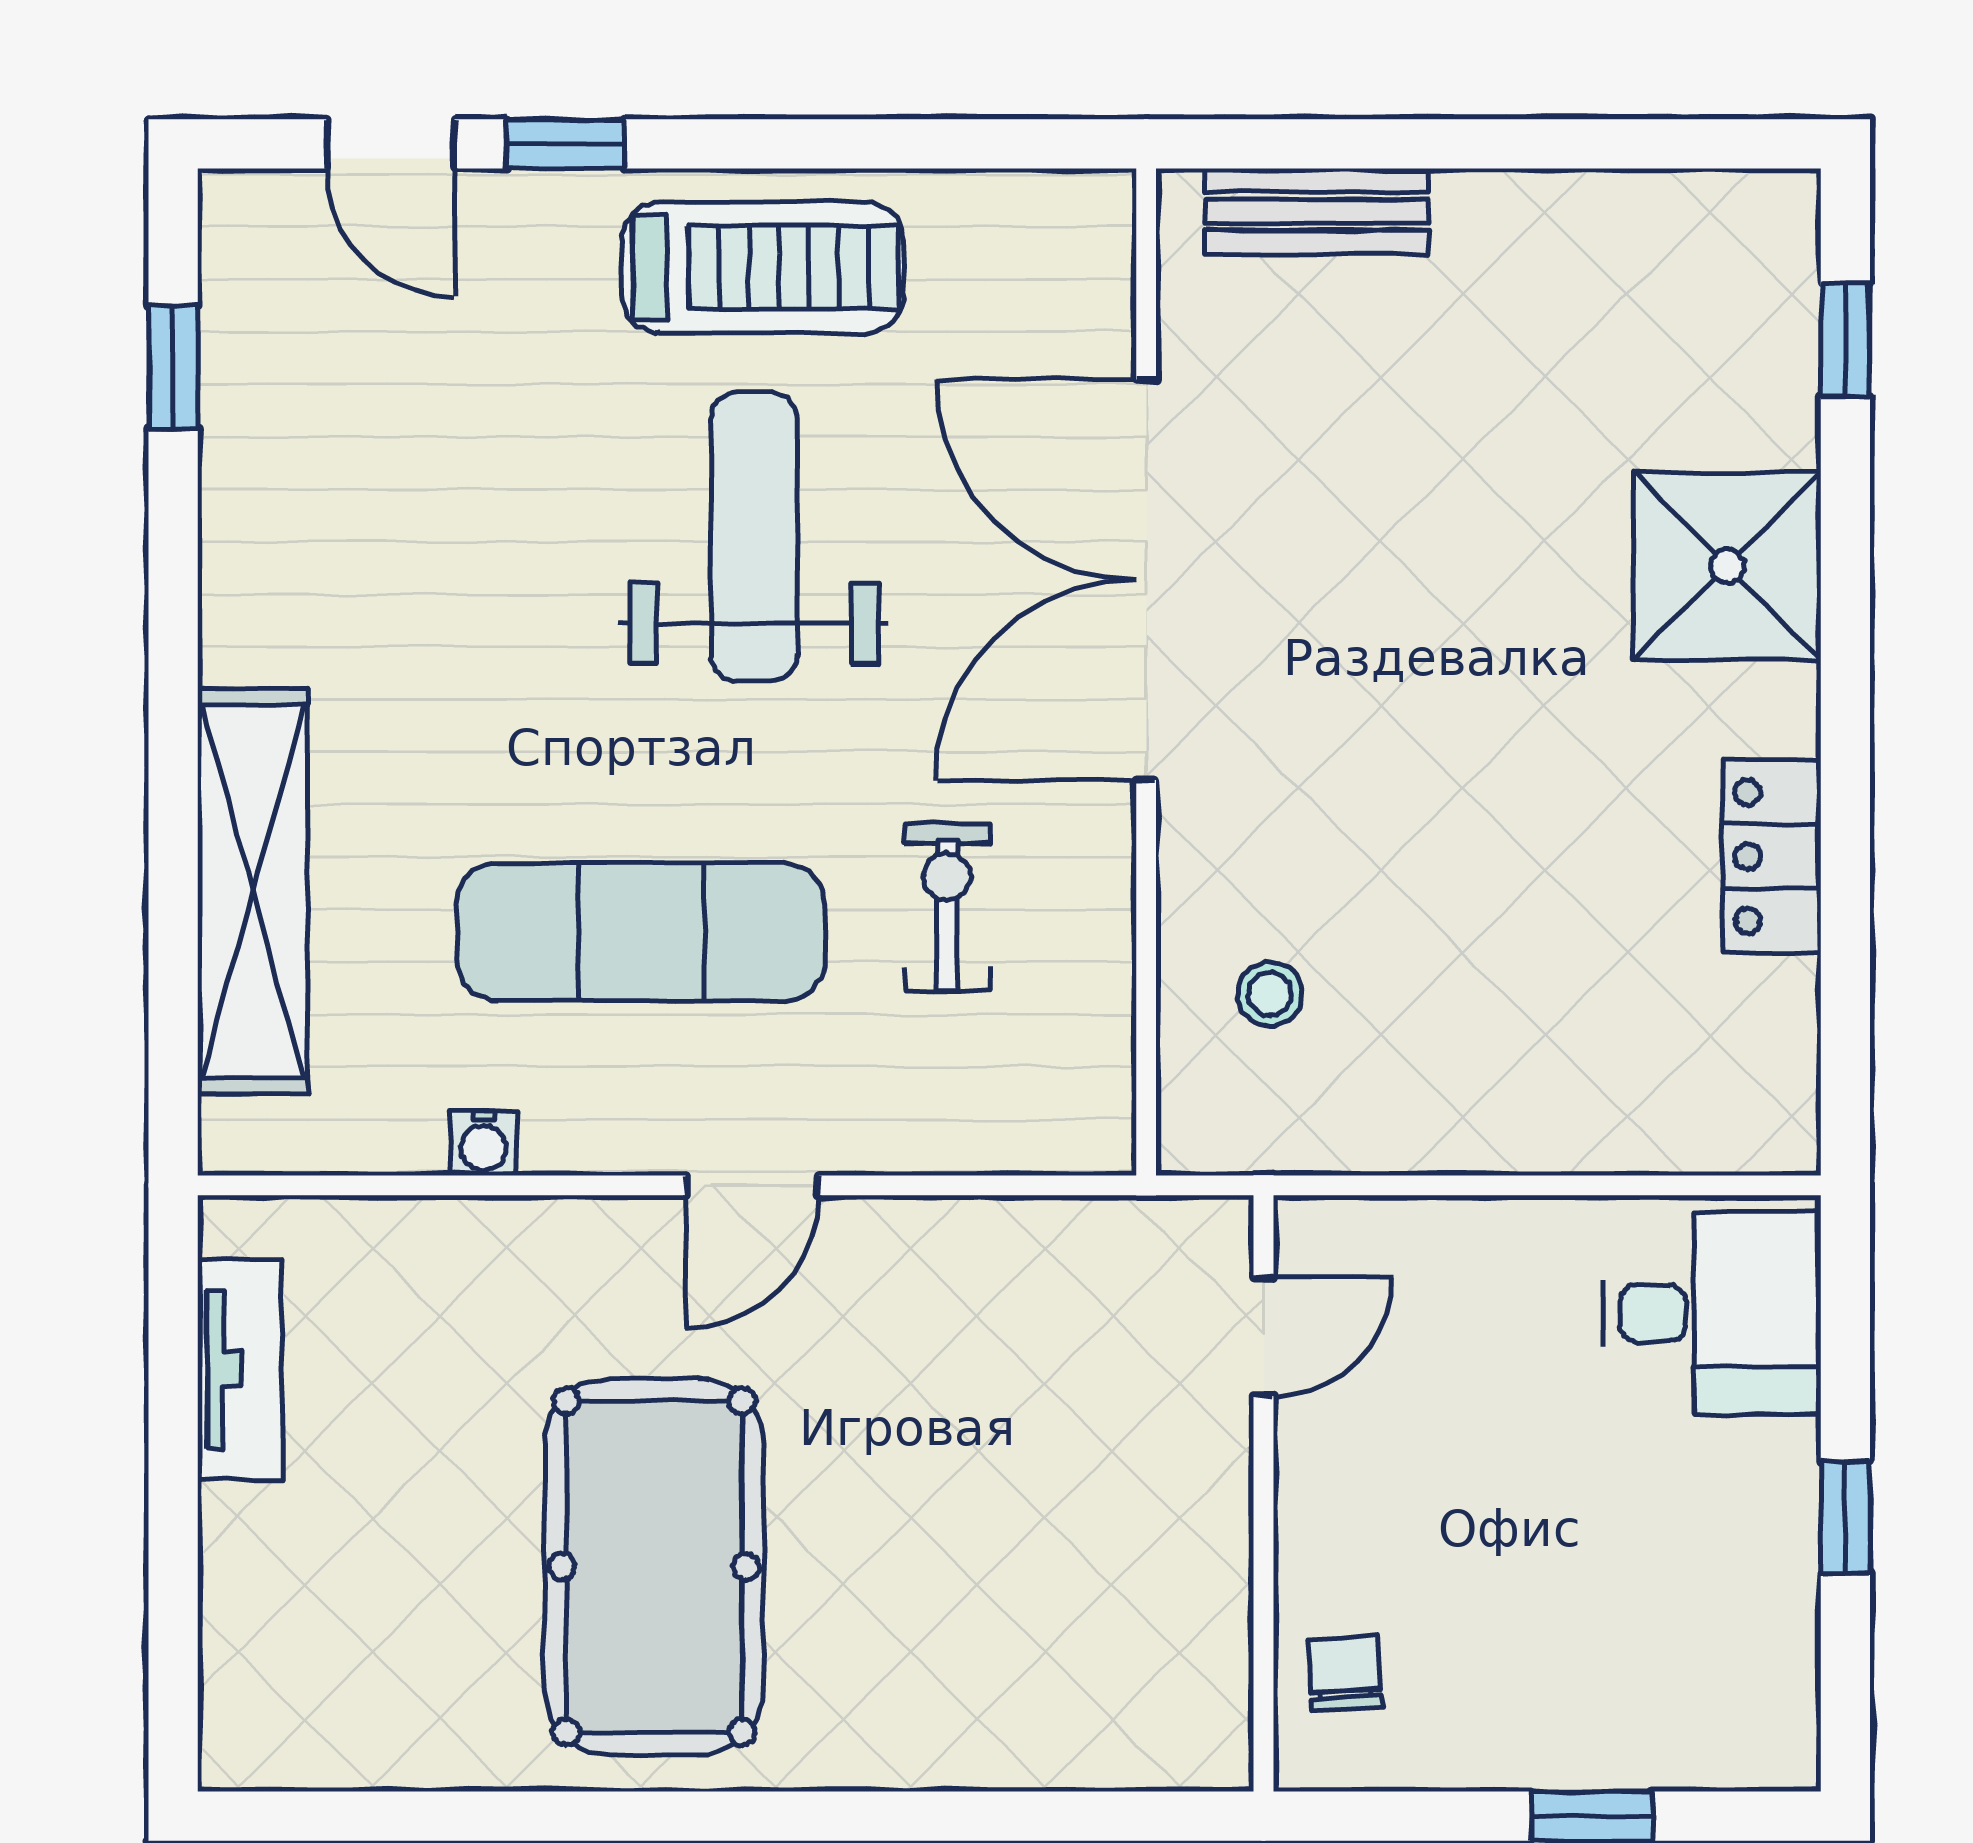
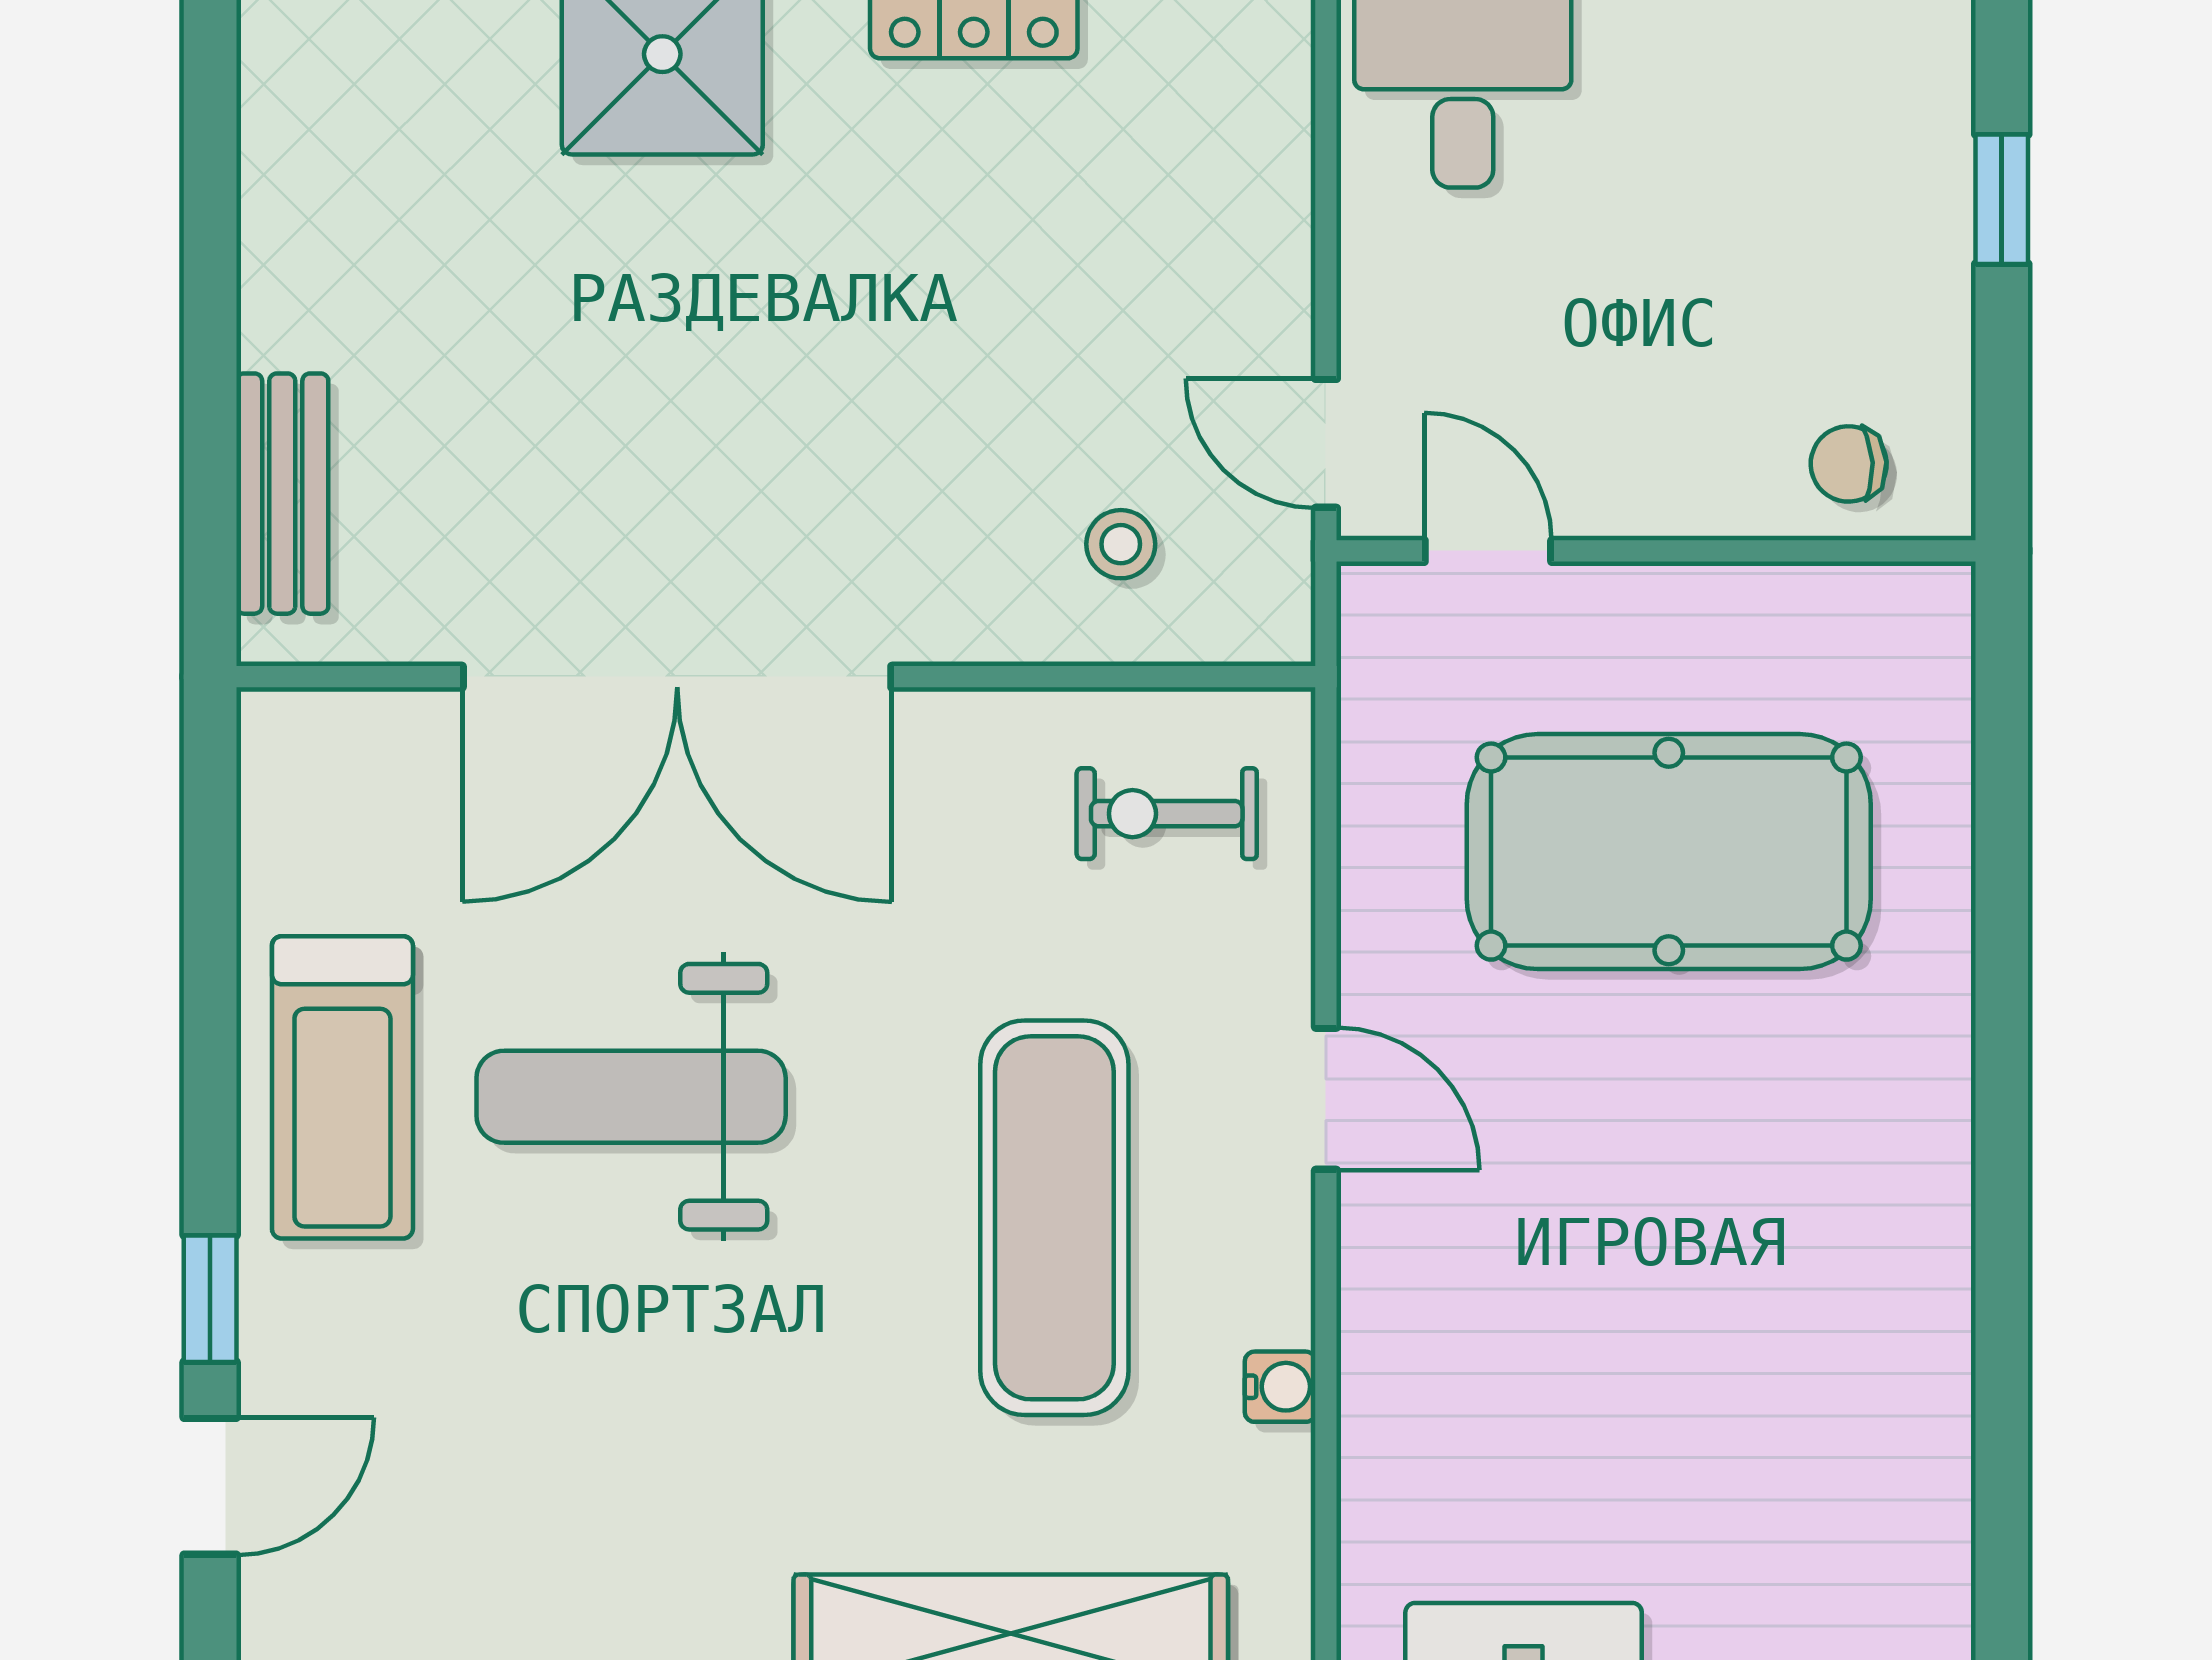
treadmill: (763, 267) -> (342, 1087), turned 180
exercise bike: (947, 907) -> (1167, 814), moved
door: (1364, 1185) -> (1326, 443), added
pool table: (654, 1567) -> (1669, 852), moved

